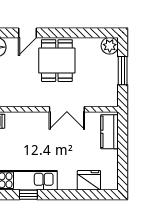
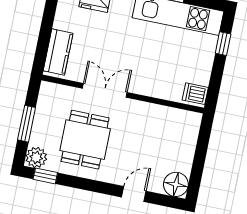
window: (100, 33) -> (45, 176), added
dining table: (57, 61) -> (85, 140), moved

